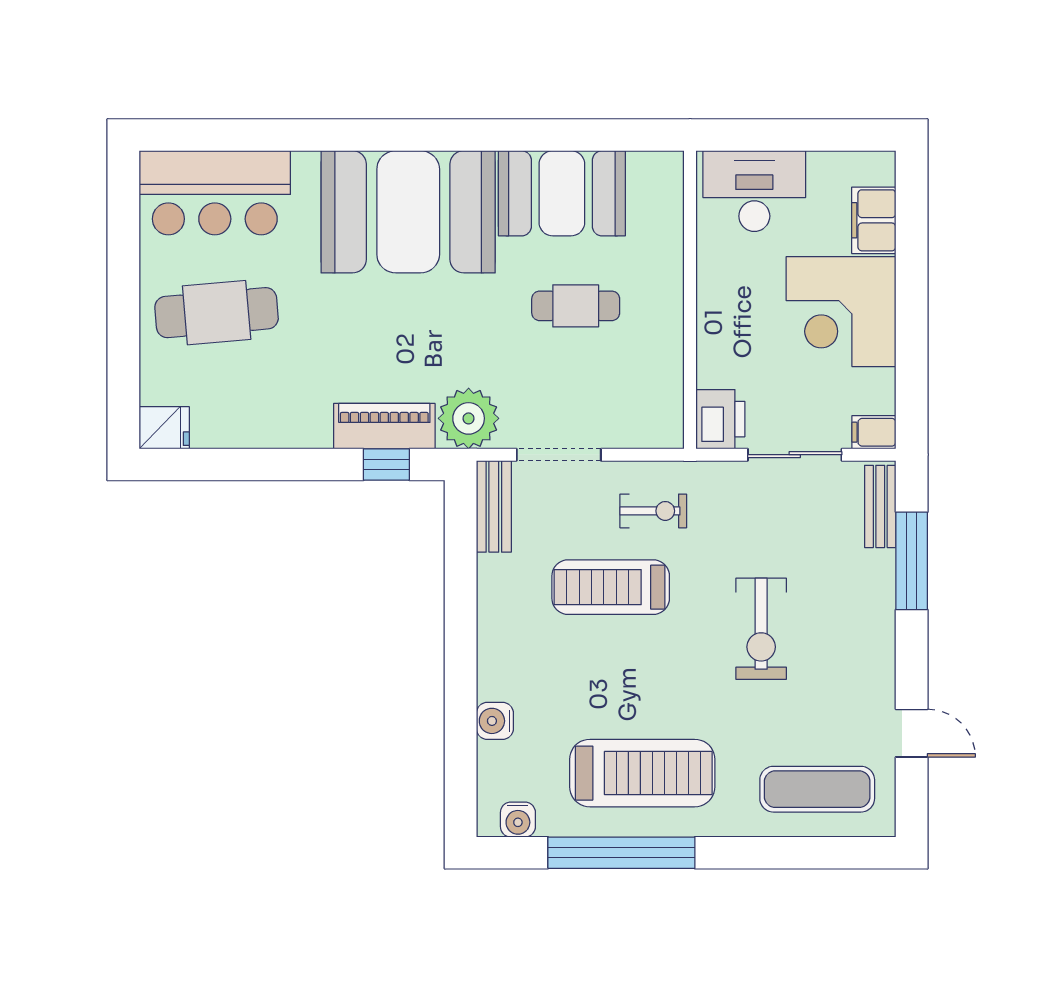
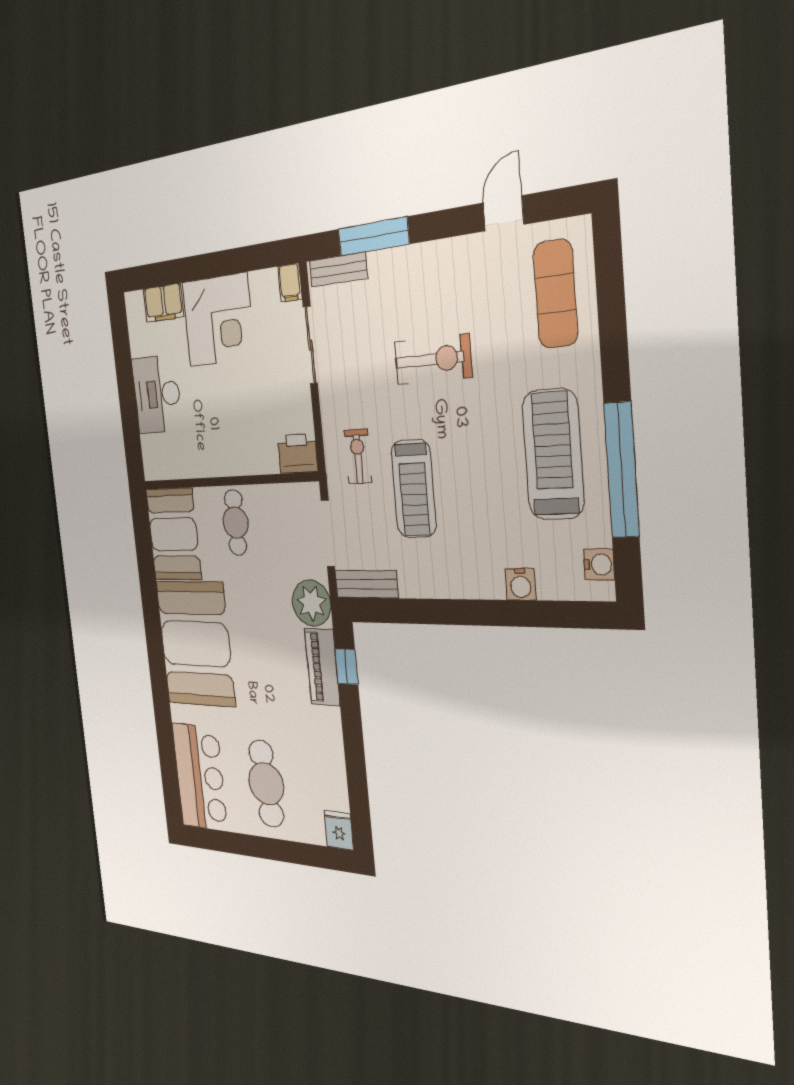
wall: (690, 300) -> (228, 481), moved
printer: (720, 419) -> (298, 454), moved

